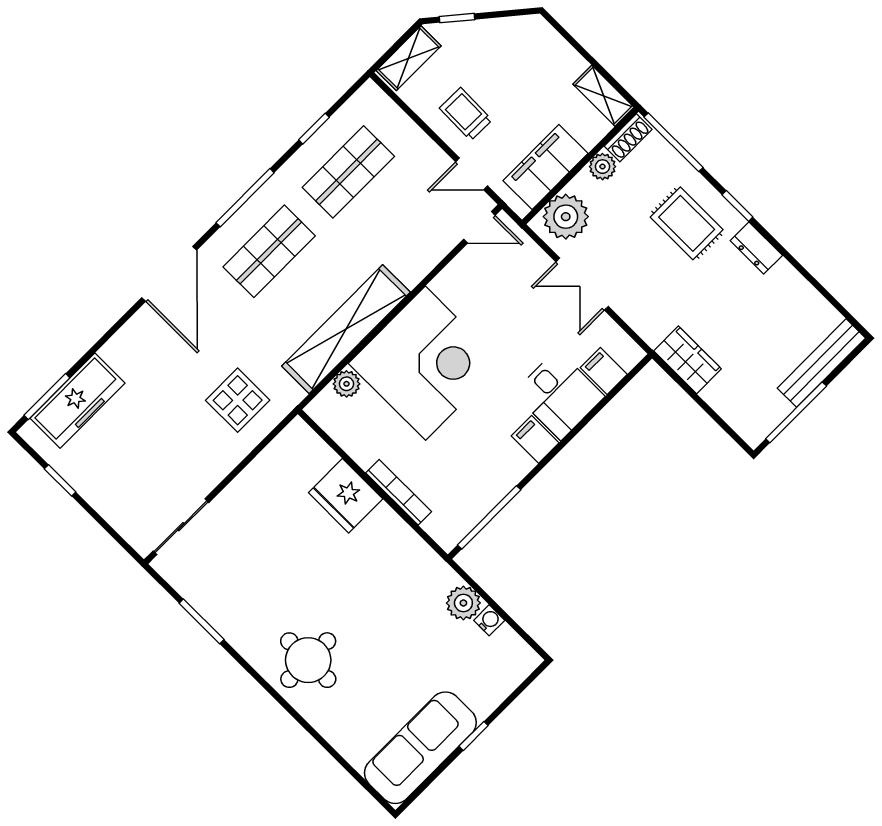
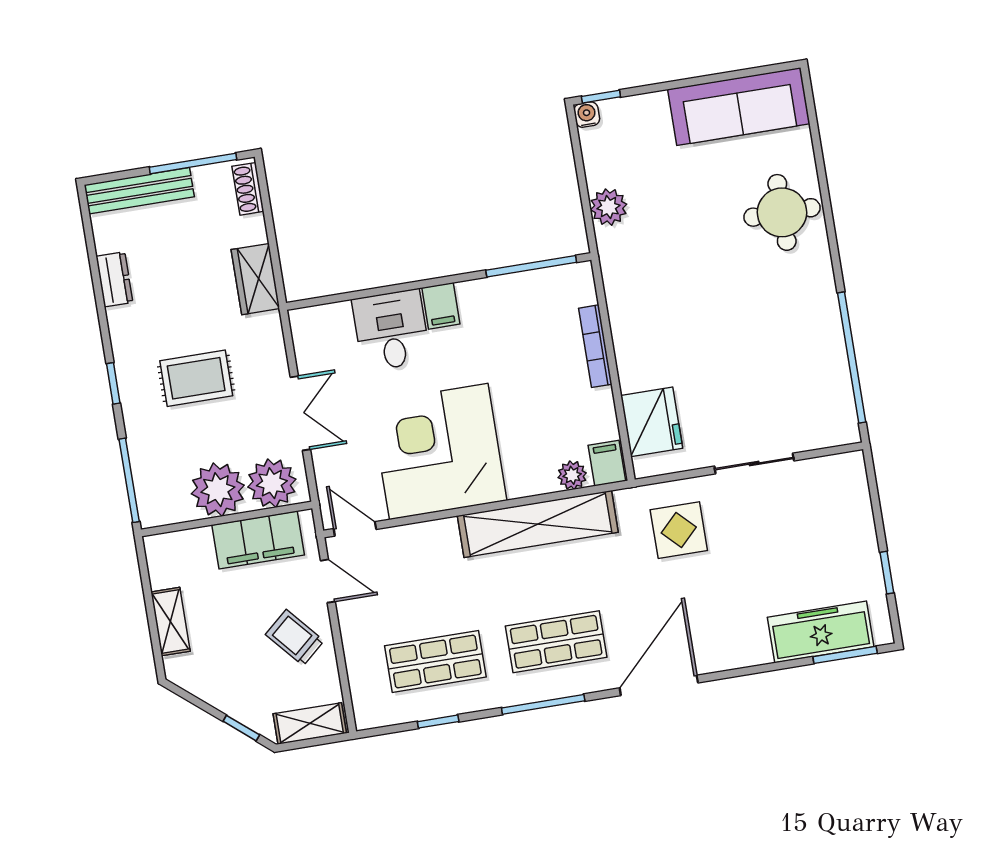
shelving: (603, 96) -> (171, 622), moved
trolley: (466, 114) -> (295, 638), turned 138
shoe rack: (628, 138) -> (248, 189), moved, turned -90
plant: (602, 167) -> (218, 490), width x1.87, depth x1.87
rug: (687, 223) -> (196, 378), moved, turned 90
dresser: (756, 248) -> (114, 279), moved
corner desk: (425, 363) -> (439, 452), moved
filing cabinet: (604, 371) -> (607, 463), moved, turned 180
fridge: (346, 496) -> (652, 422), moved
sliding door: (181, 527) -> (754, 464), moved
water cooler: (489, 620) -> (587, 115), moved, turned 90
window: (202, 621) -> (852, 358), width x2.11
round table: (308, 660) -> (782, 212), moved
window: (474, 736) -> (601, 97), moved

